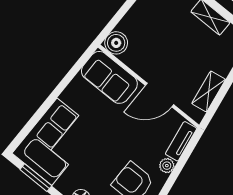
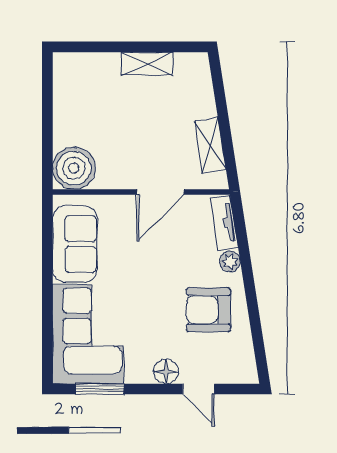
boiler: (116, 43) -> (74, 168), width x1.37, depth x1.37
sofa: (109, 77) -> (75, 244), moved, turned -90

